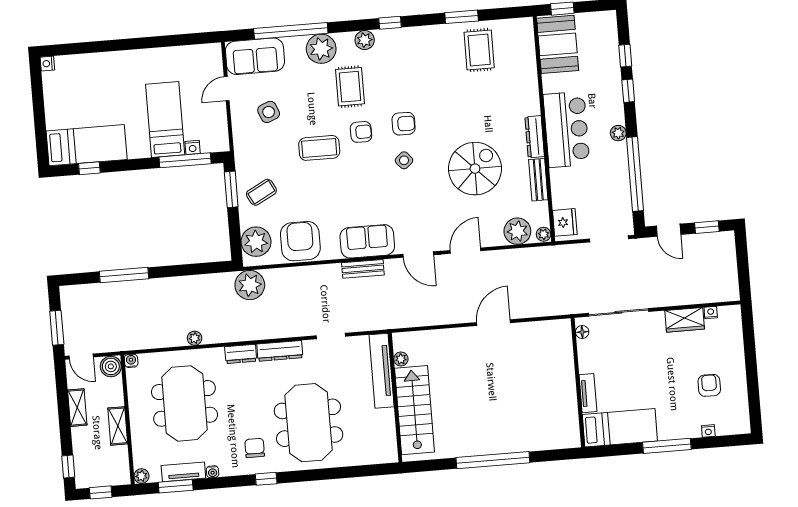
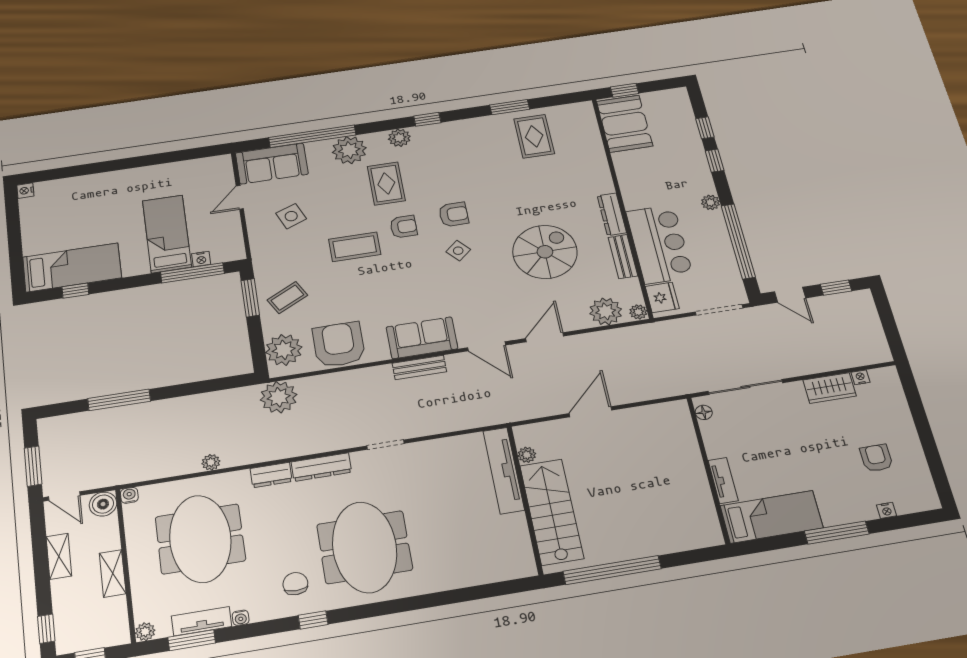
bar counter: (566, 129) -> (659, 244), moved
plant: (401, 359) -> (527, 455), moved
tv unit: (382, 371) -> (504, 470), moved
wall: (395, 398) -> (525, 499), moved
stairs: (414, 410) -> (552, 512), moved

